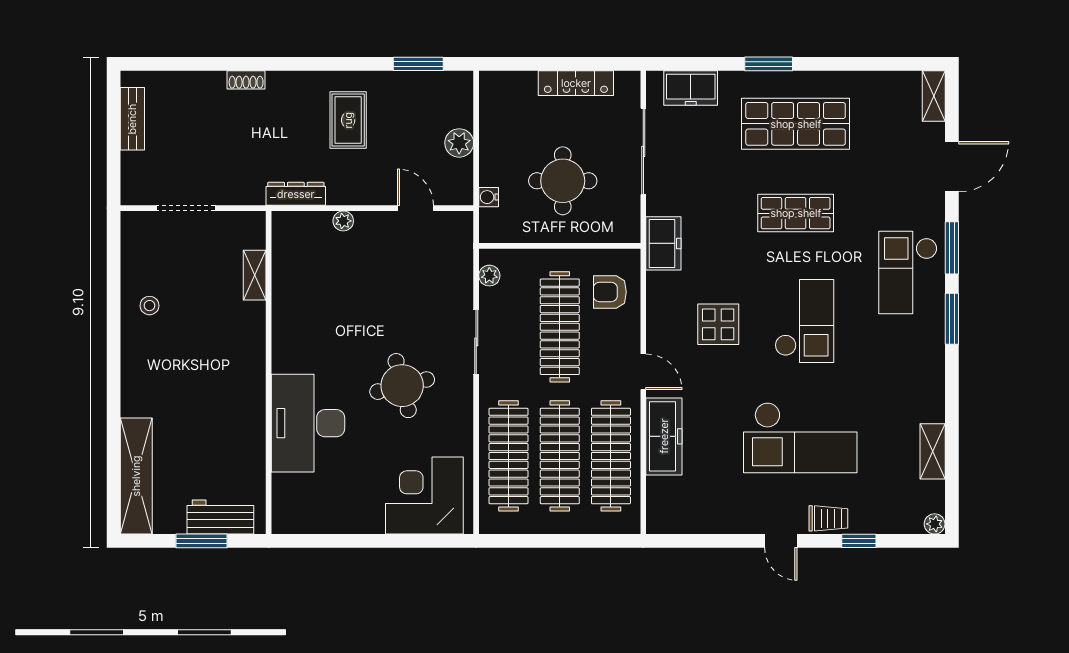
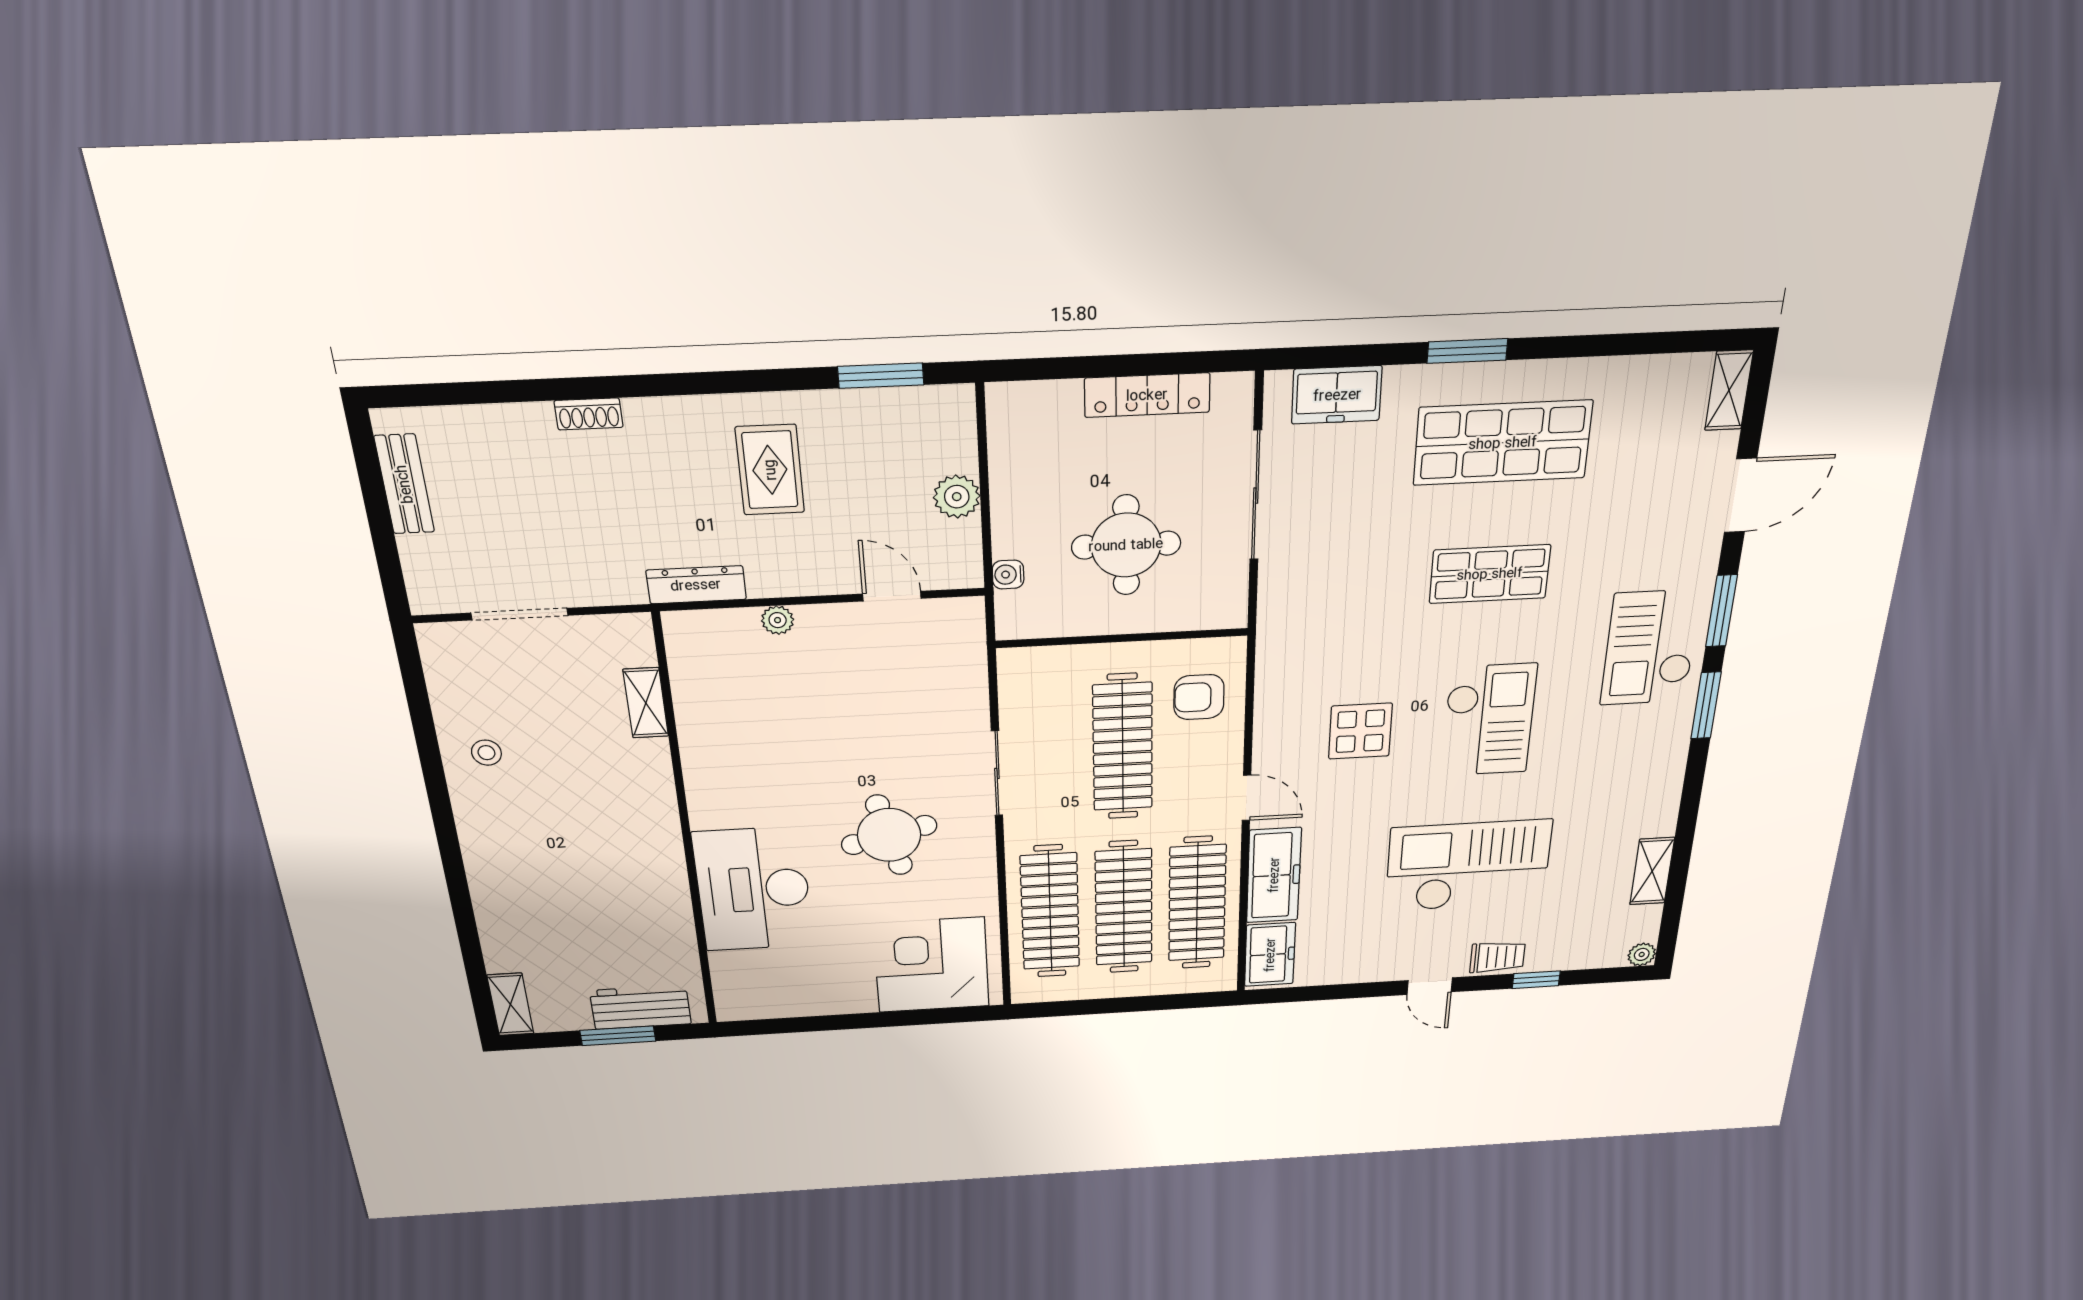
freezer: (663, 243) -> (1270, 955), moved
plant: (489, 276) -> (1014, 685), removed
checkout: (800, 438) -> (1468, 866), turned 180
shelving: (136, 476) -> (510, 1004), width x0.45, depth x0.75

